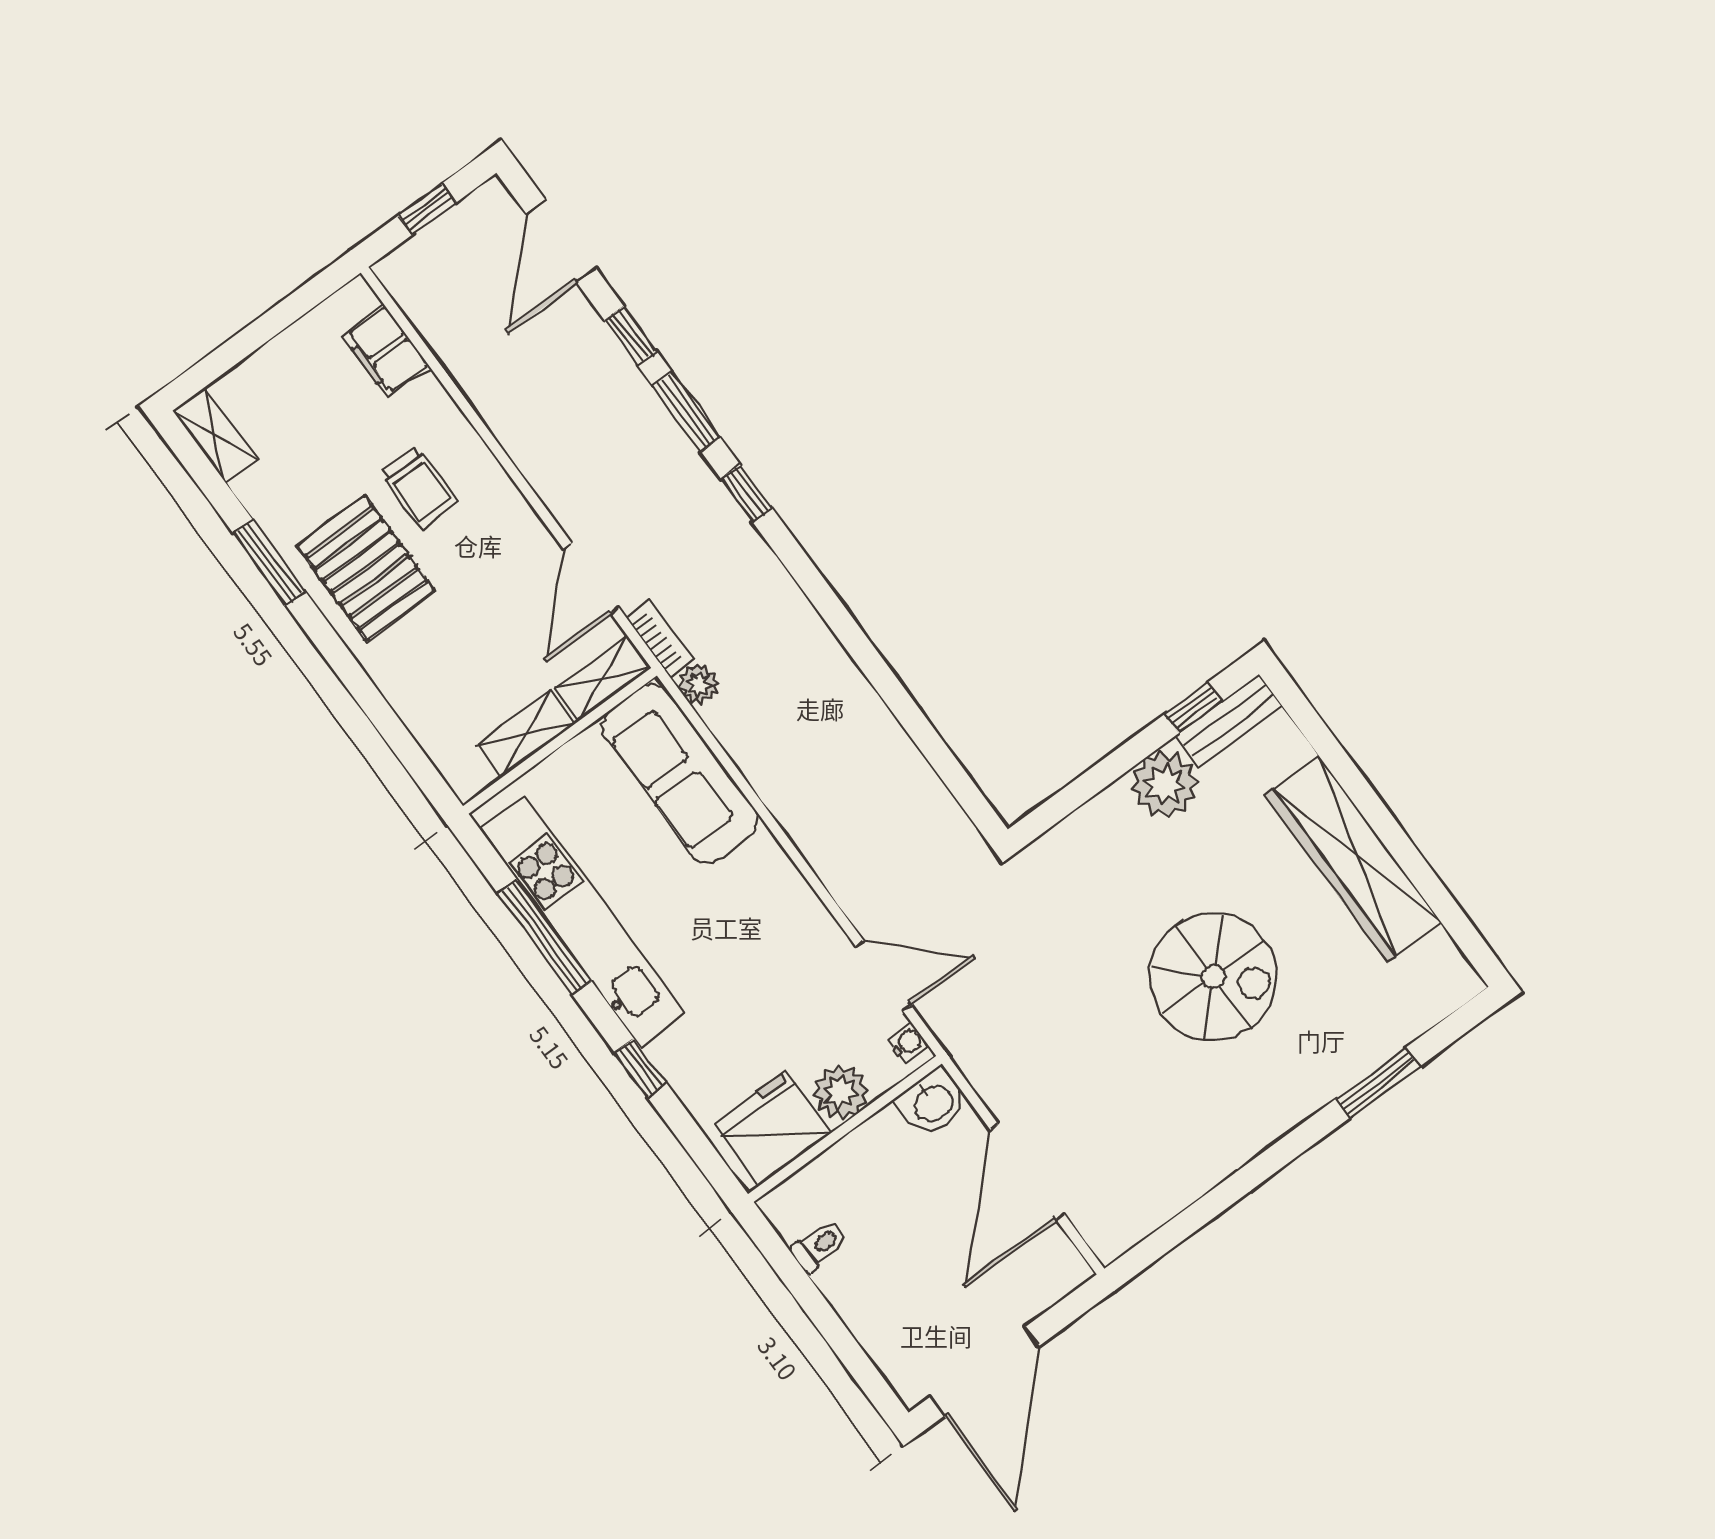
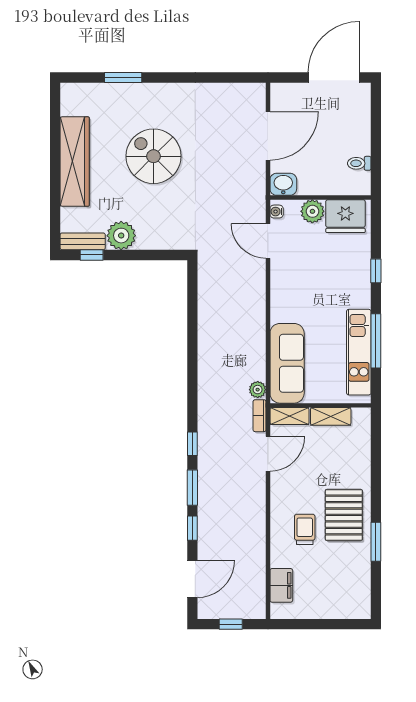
shelving: (215, 435) -> (362, 600), removed
kitchen unit: (583, 922) -> (359, 352), width x0.73

